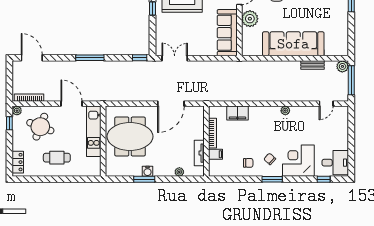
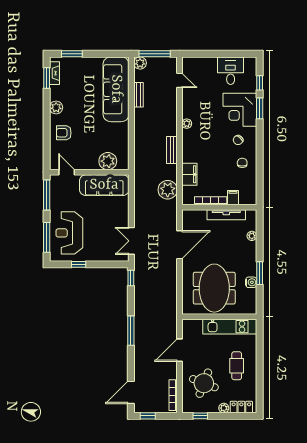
plant: (250, 19) -> (108, 161), moved
sofa: (293, 44) -> (116, 89), moved
window: (9, 74) -> (148, 416), added
plant: (223, 92) -> (168, 190), added
bench: (260, 97) -> (172, 150), added
door: (171, 104) -> (180, 245), hinge flipped
plant: (17, 111) -> (224, 408), moved
kitchen unit: (94, 131) -> (230, 327), moved
tv unit: (199, 153) -> (226, 215), width x1.41
desk: (335, 163) -> (231, 71), moved
water cooler: (148, 171) -> (251, 282), moved
window: (272, 179) -> (260, 108), moved

